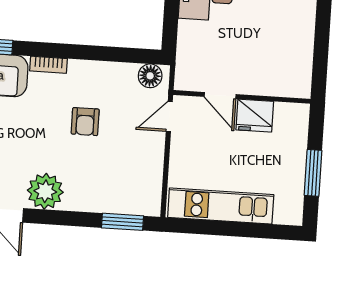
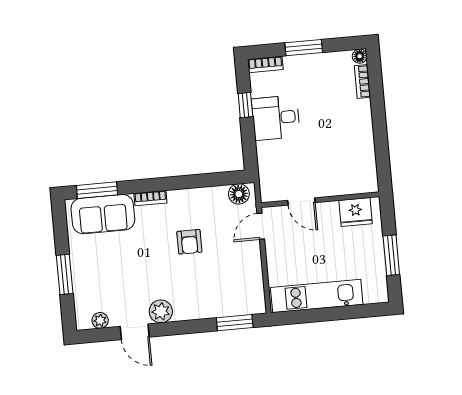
fridge: (255, 116) -> (356, 212), moved
plant: (45, 191) -> (161, 311), width x0.73, depth x0.73

